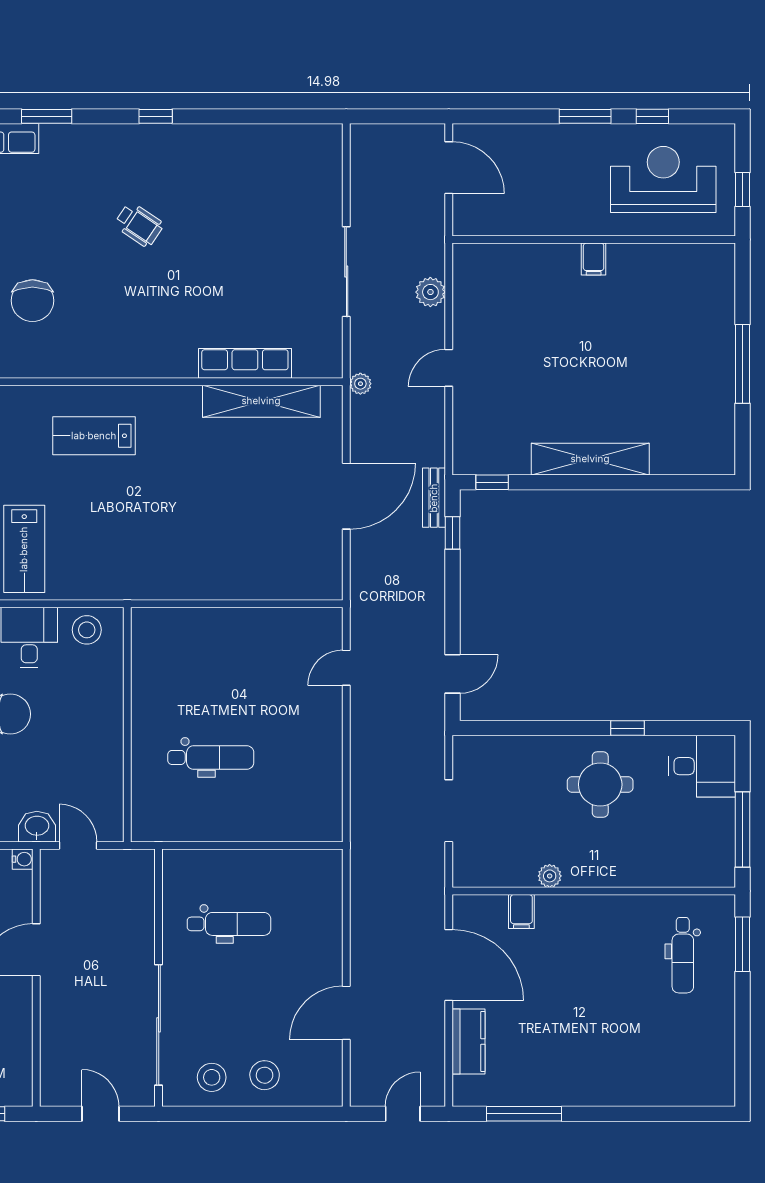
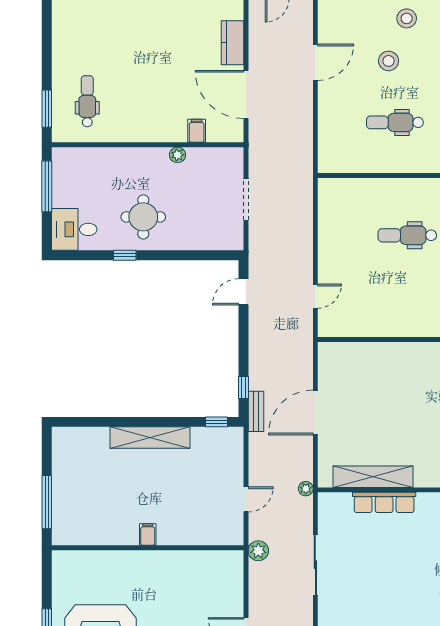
wall: (594, 240) -> (148, 548), moved
filing cabinet: (594, 259) -> (148, 535), moved
stool: (265, 1075) -> (389, 61), moved

